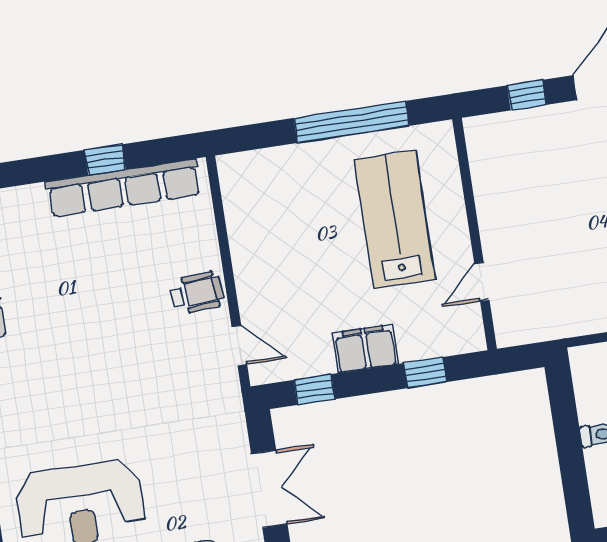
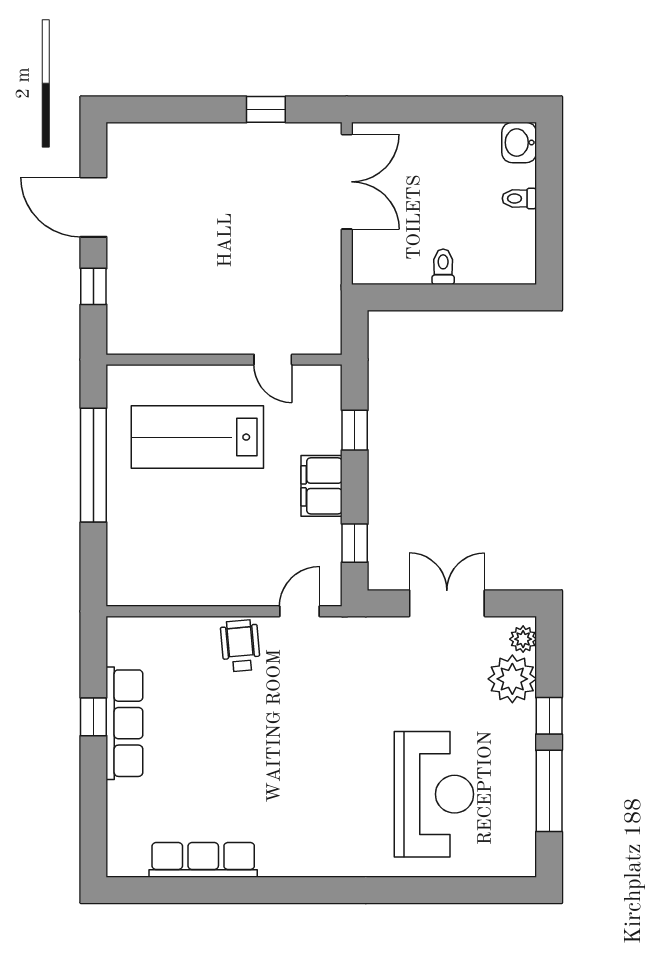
row of seats: (124, 188) -> (124, 723), width x0.73

